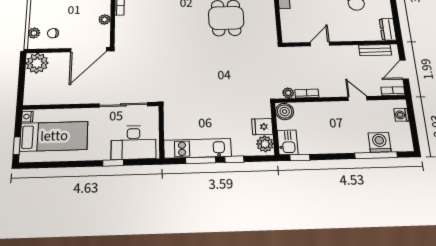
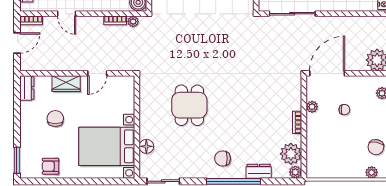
chair: (53, 33) -> (344, 110), moved
wardrobe: (350, 34) -> (66, 84), added
bench: (375, 50) -> (43, 65), removed

